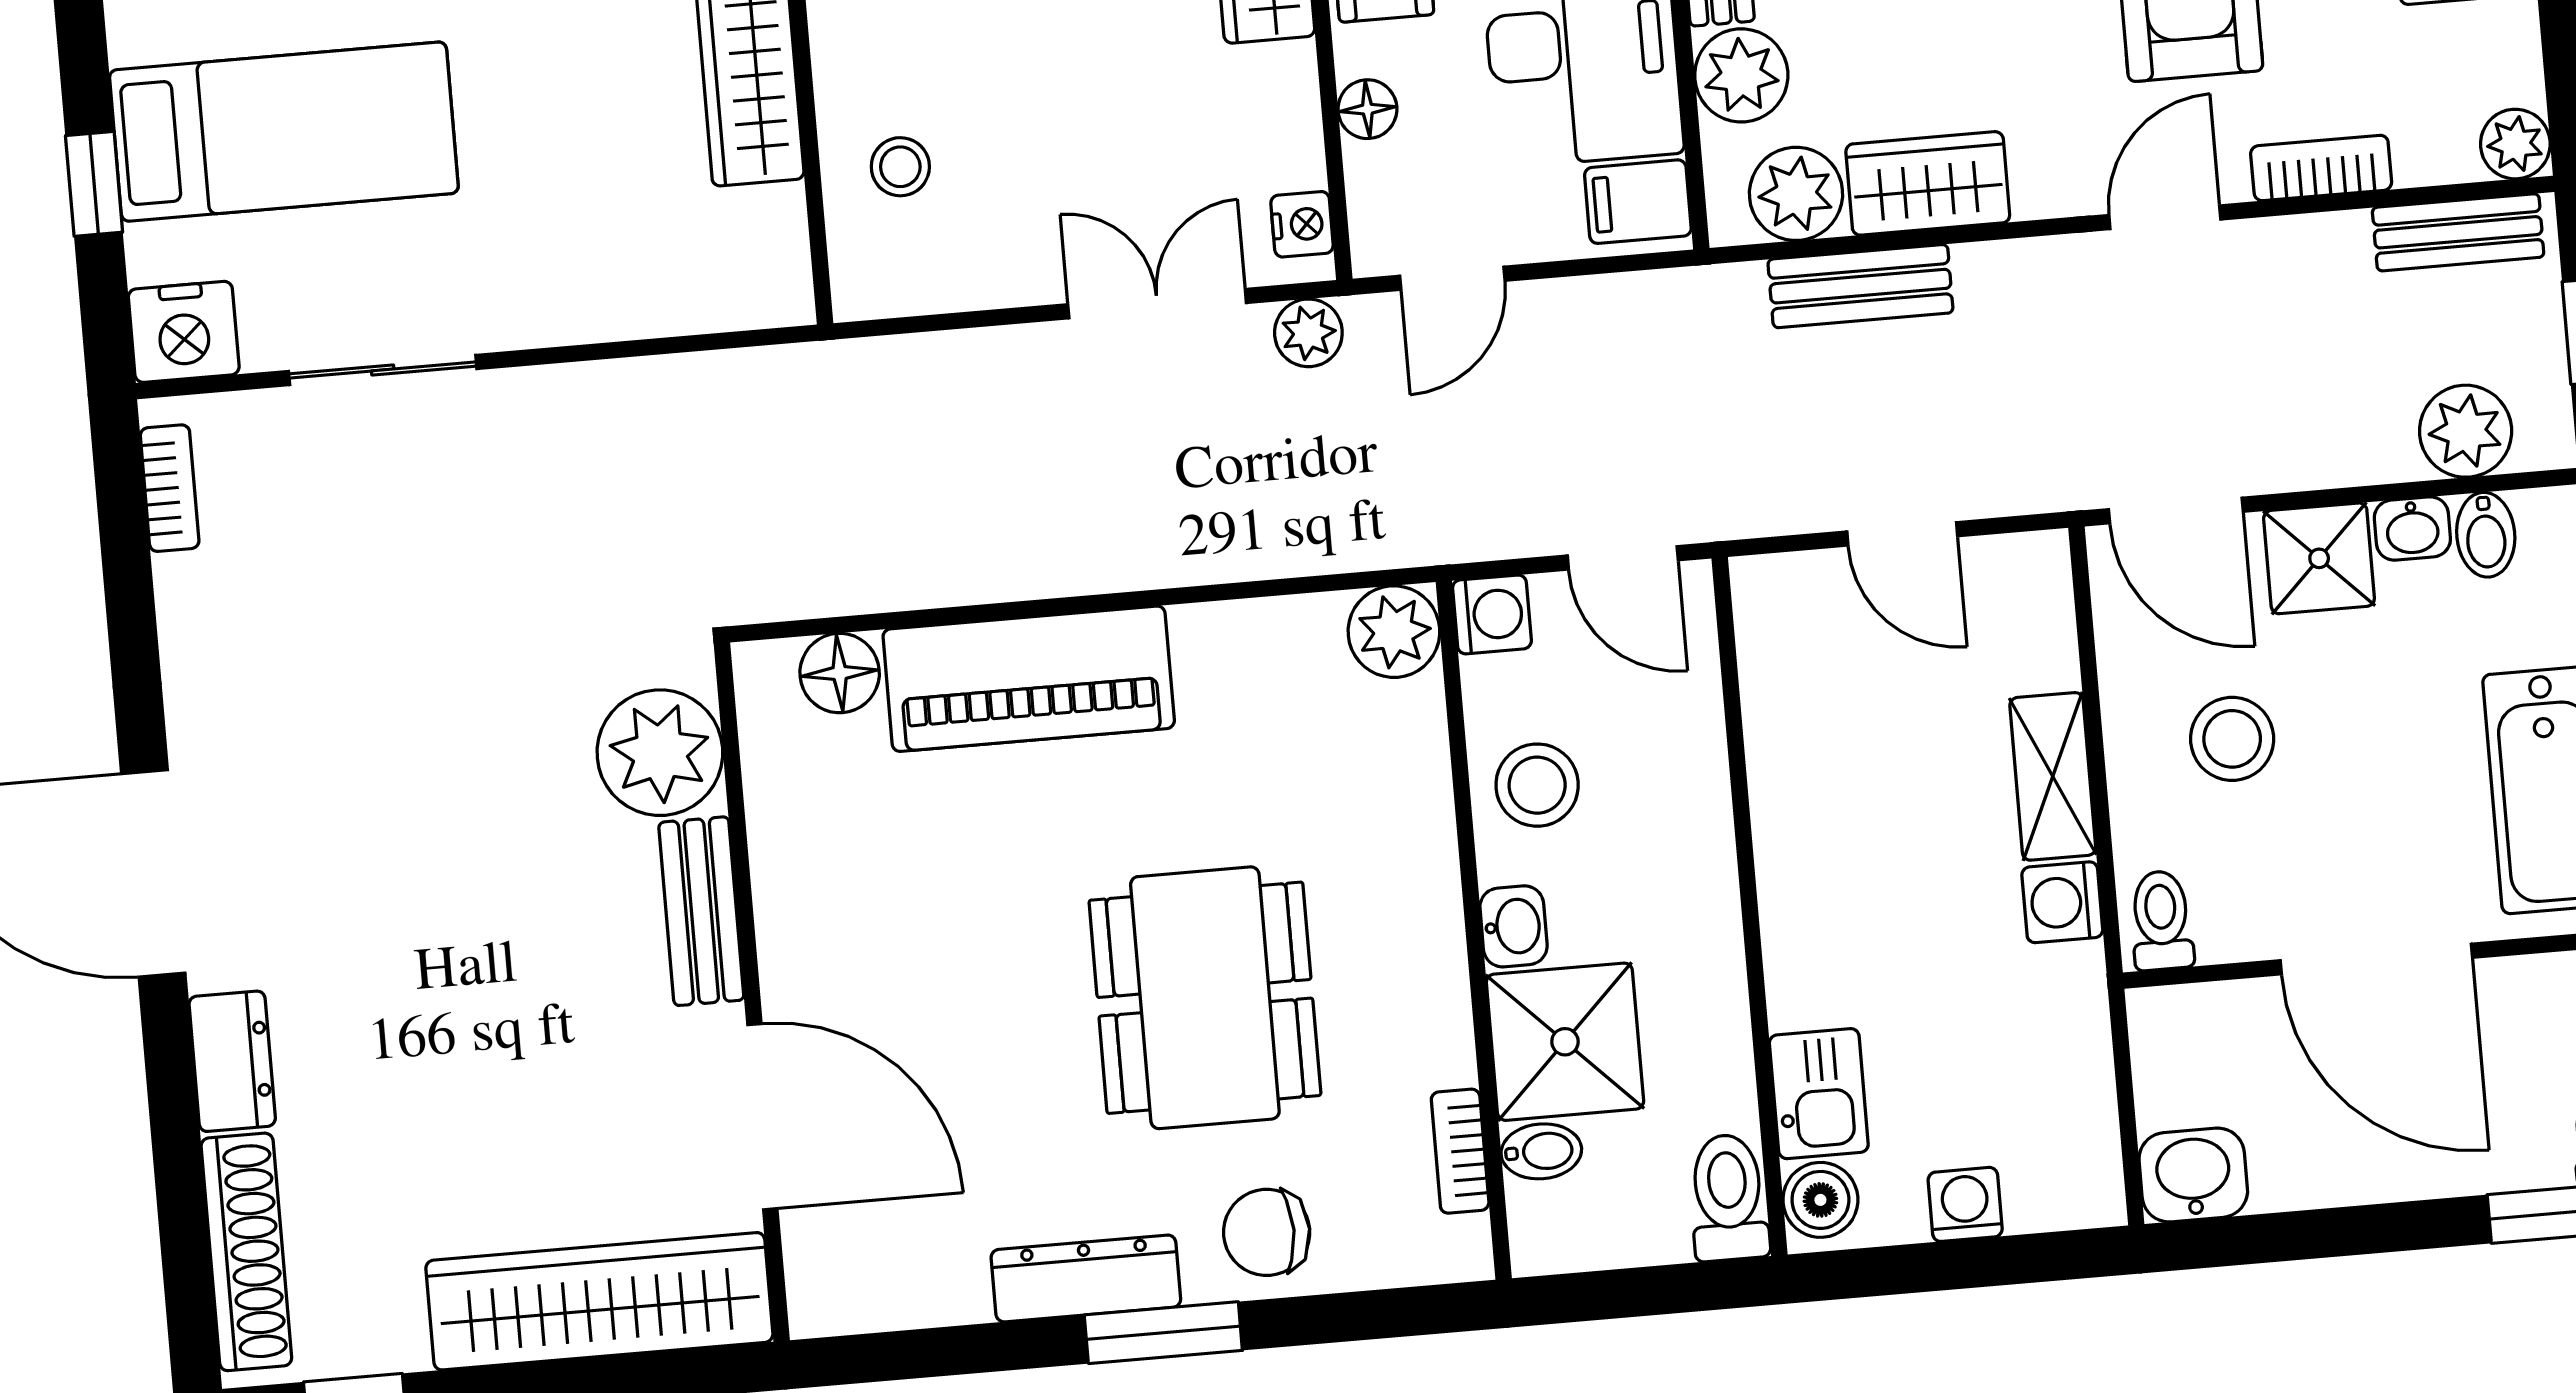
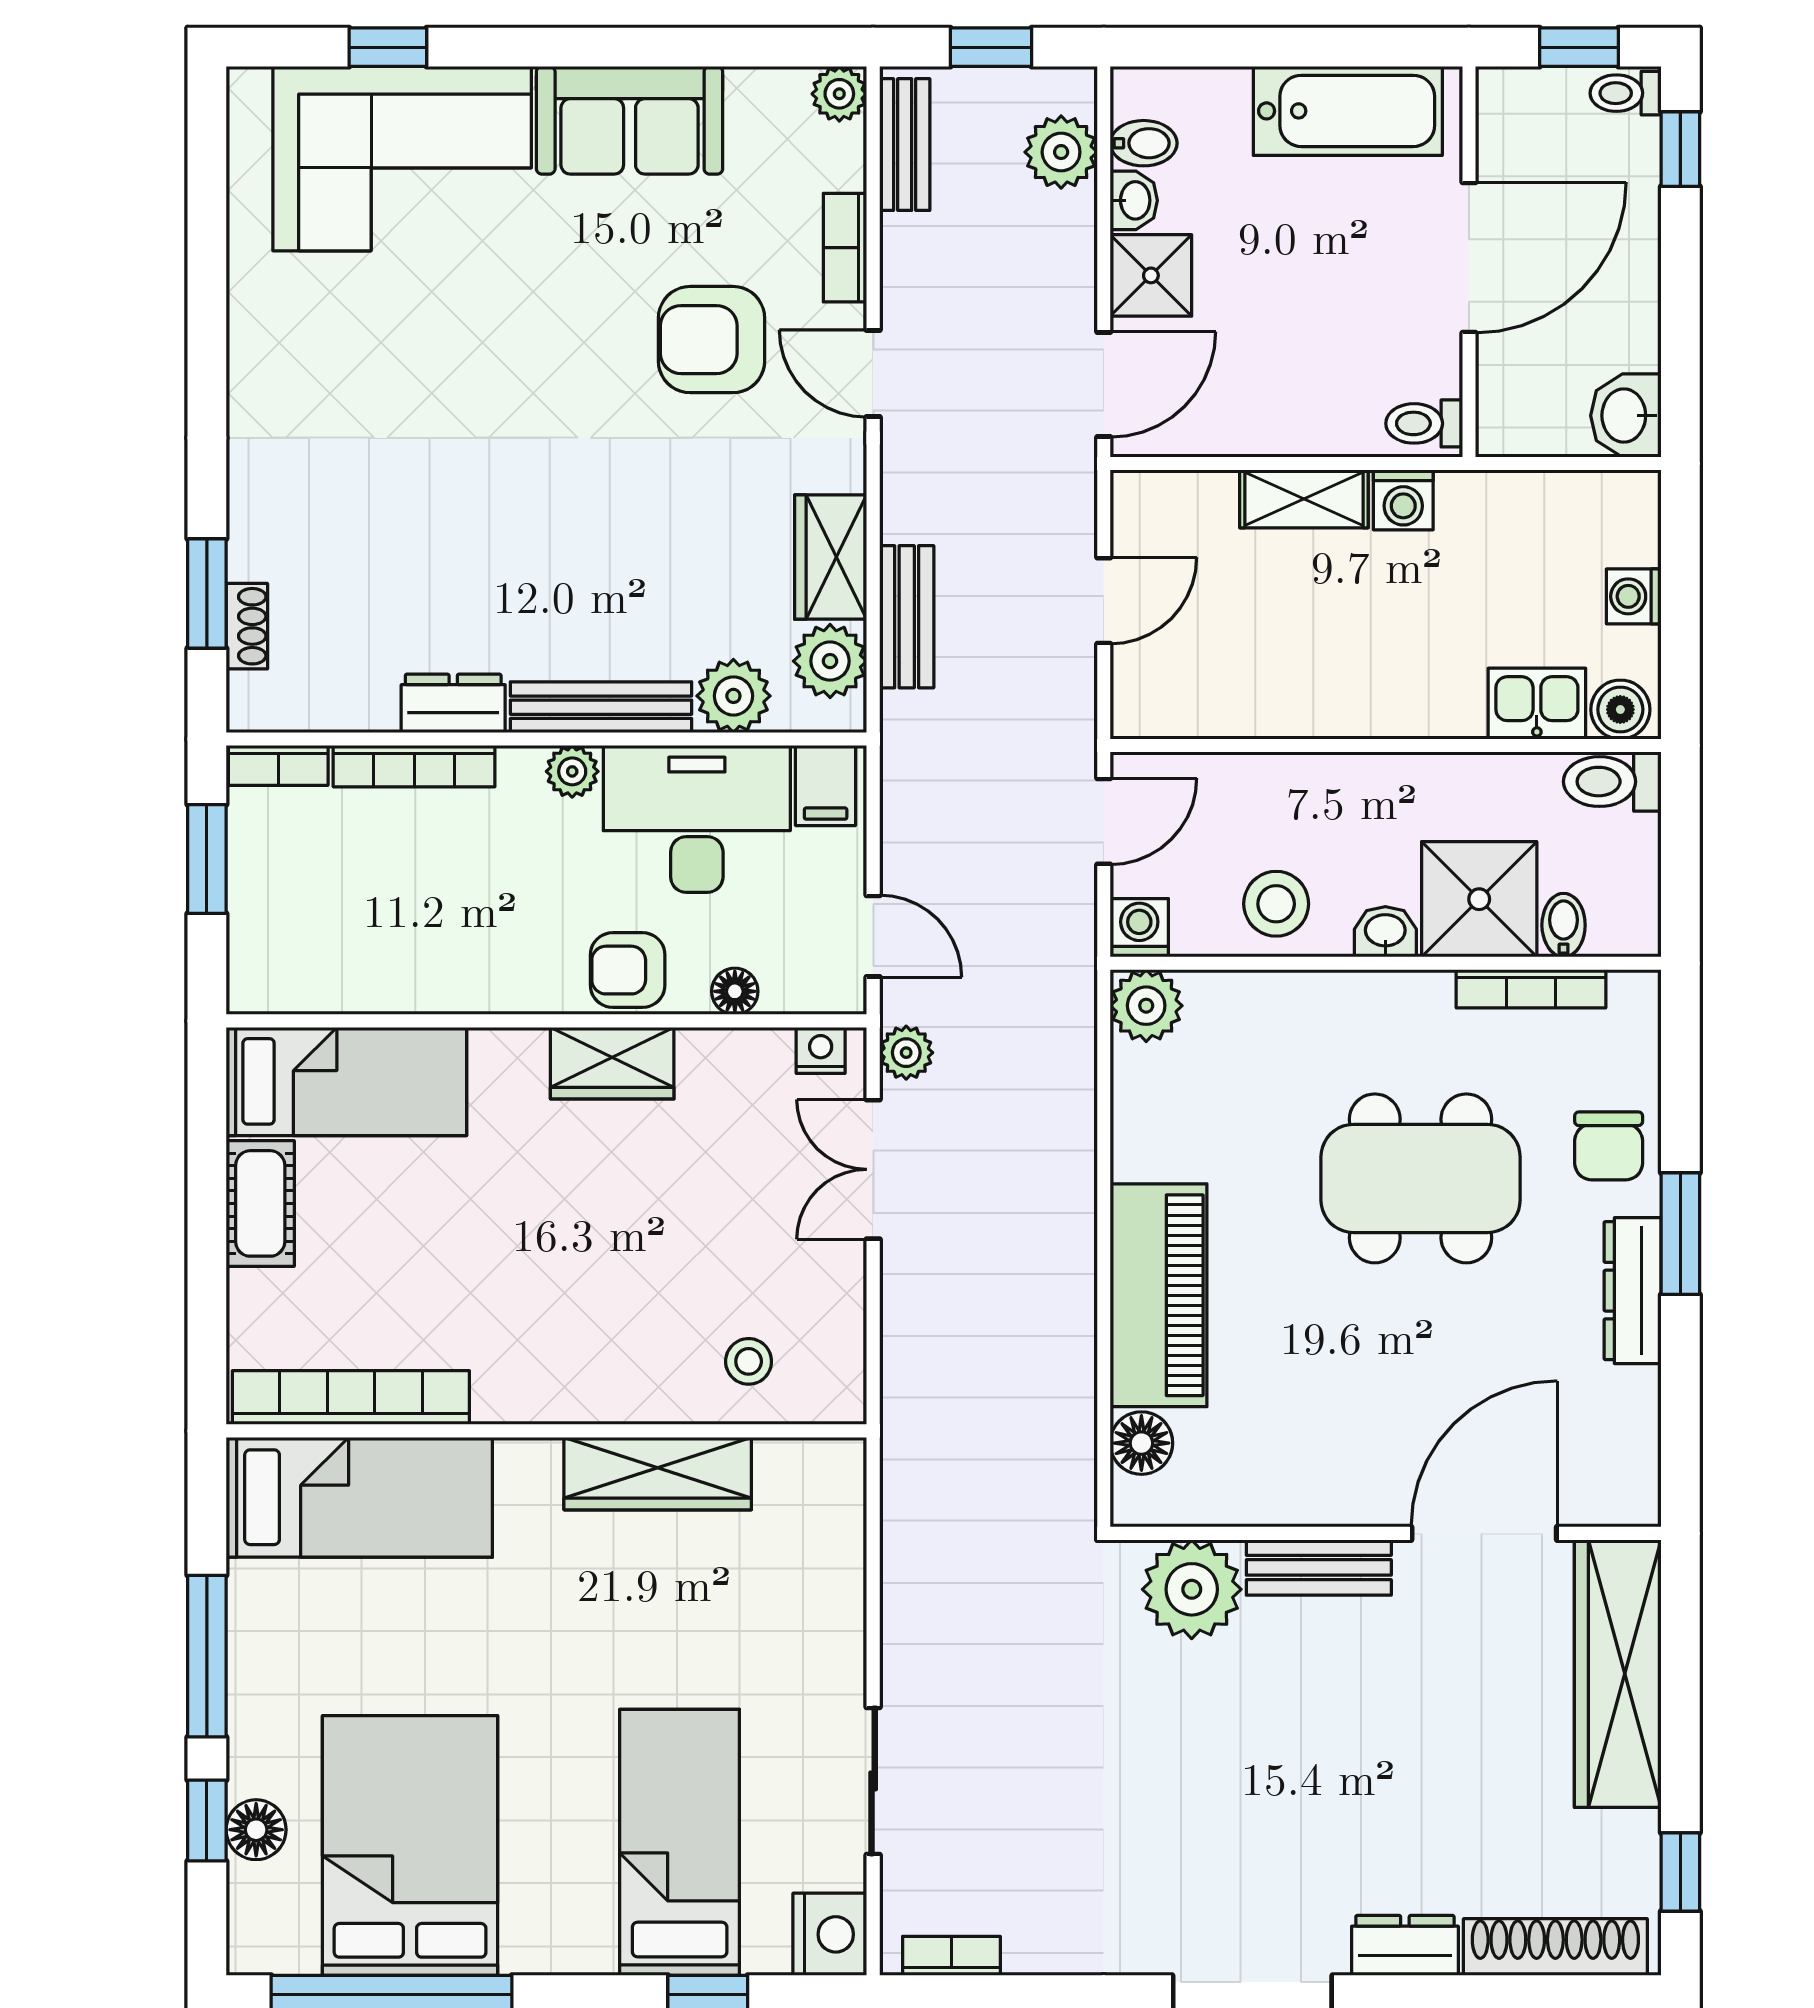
stool: (2232, 739) -> (1287, 356), removed
bookcase: (1460, 1151) -> (1531, 989), width x1.56

